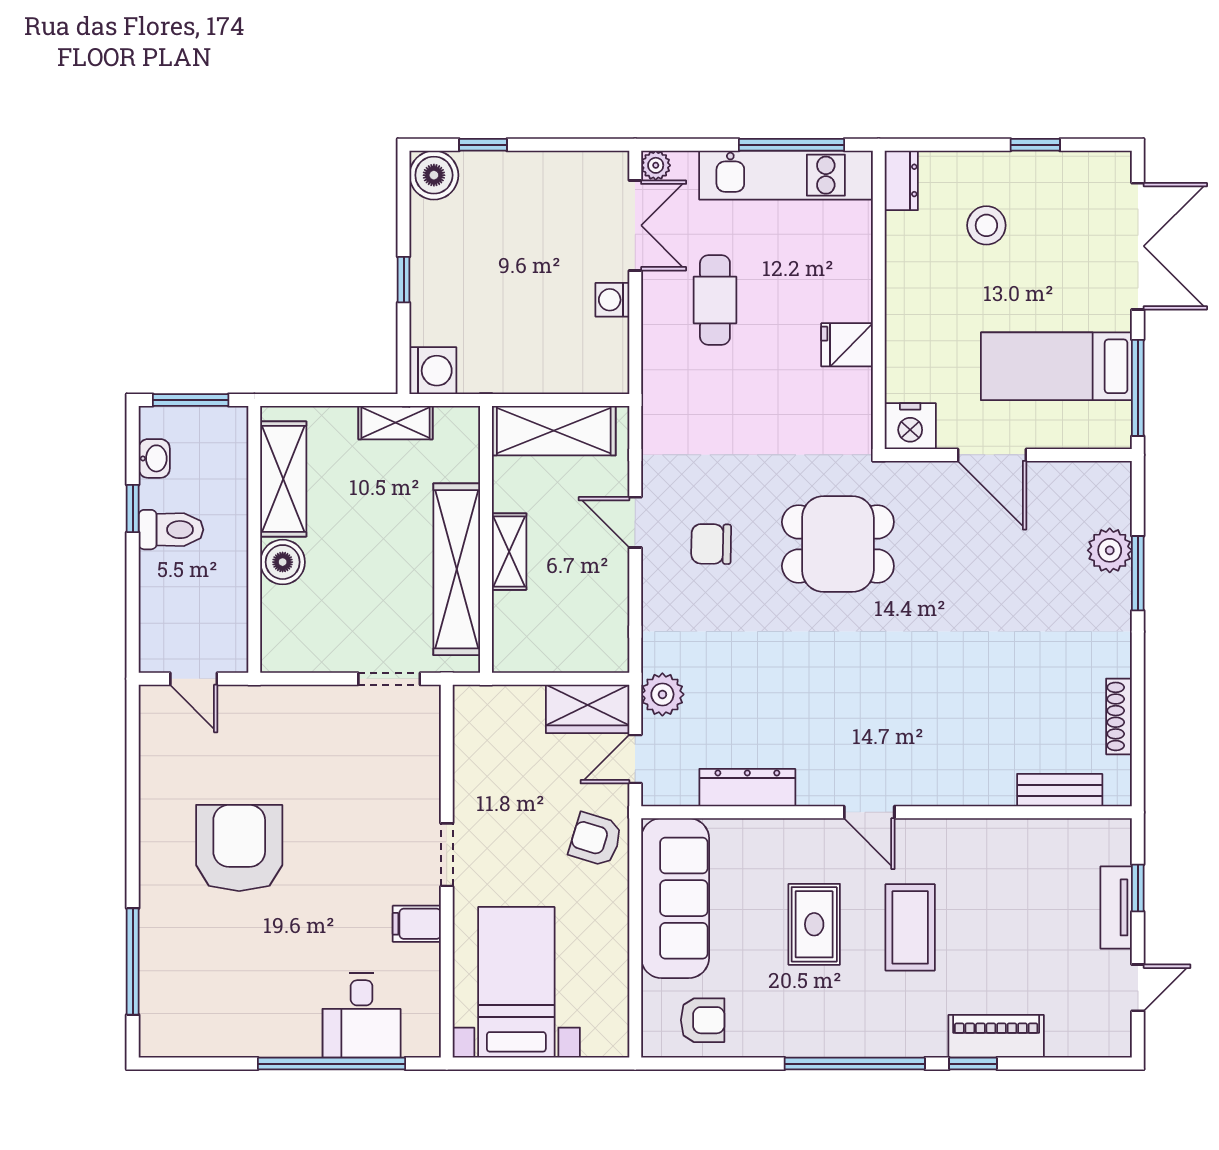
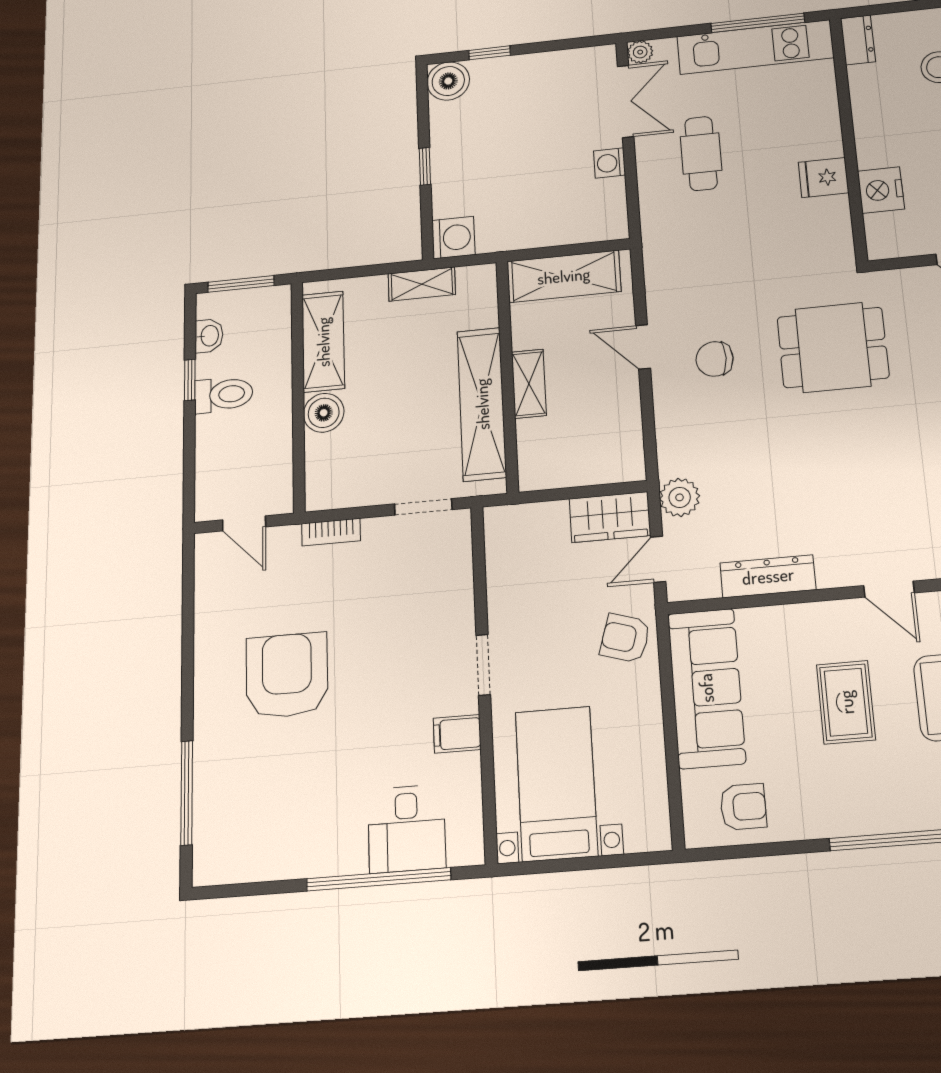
nightstand: (910, 426) -> (881, 190), moved, turned 90
bookcase: (289, 697) -> (331, 532), added

